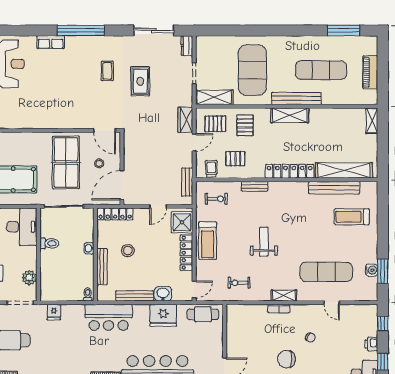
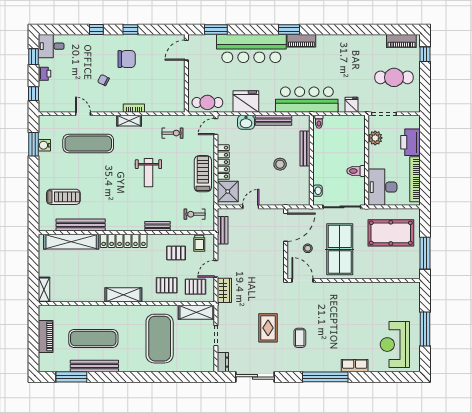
bench: (297, 99) -> (94, 366), moved
pallet: (245, 125) -> (167, 285), turned 90
locker: (115, 214) -> (292, 200), removed
washbasin: (89, 248) -> (318, 191), moved
bar counter: (109, 317) -> (307, 100), width x1.36

